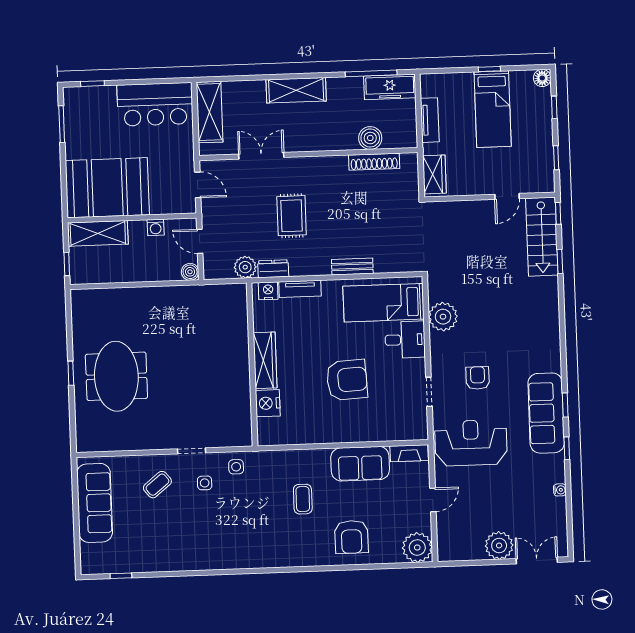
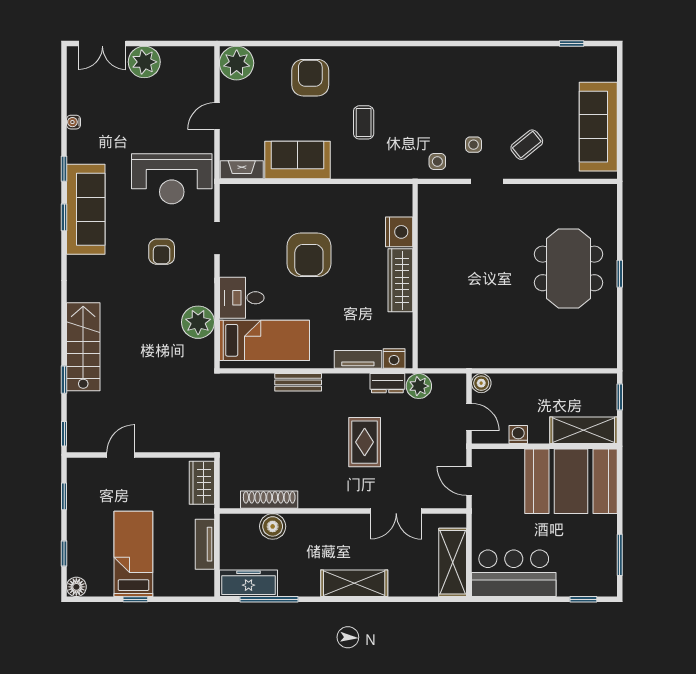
stairs: (542, 237) -> (83, 347), moved
armchair: (347, 380) -> (309, 255), turned -87

